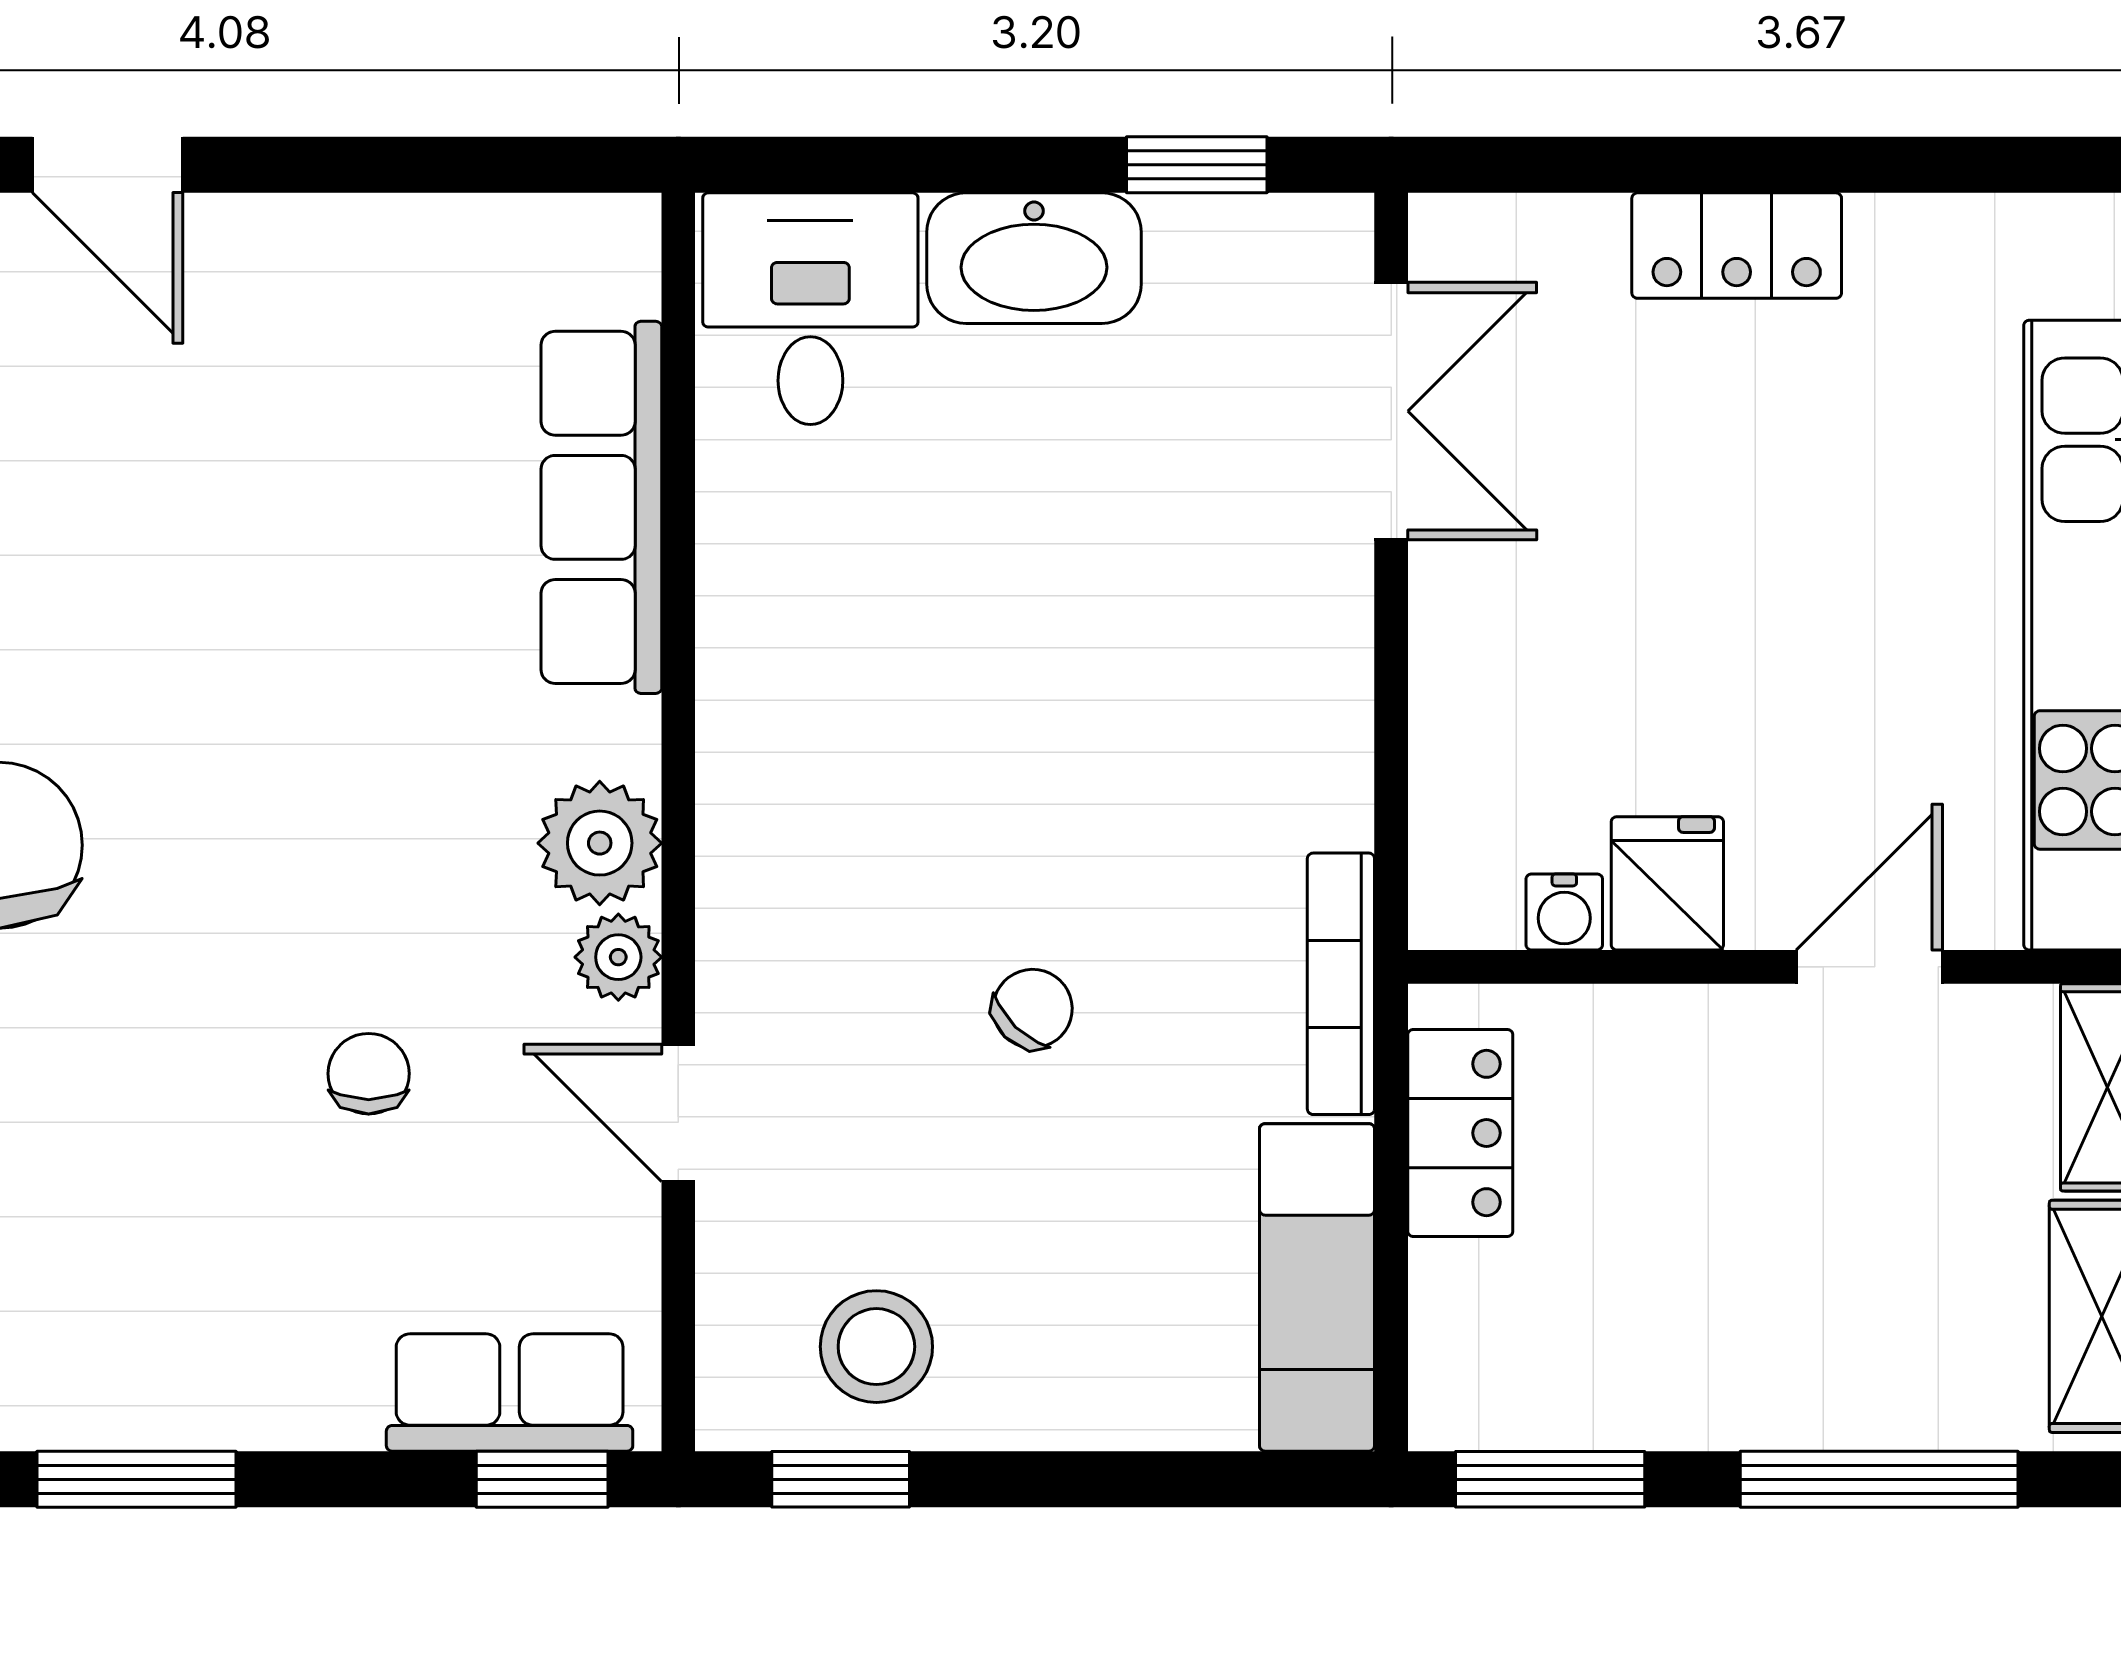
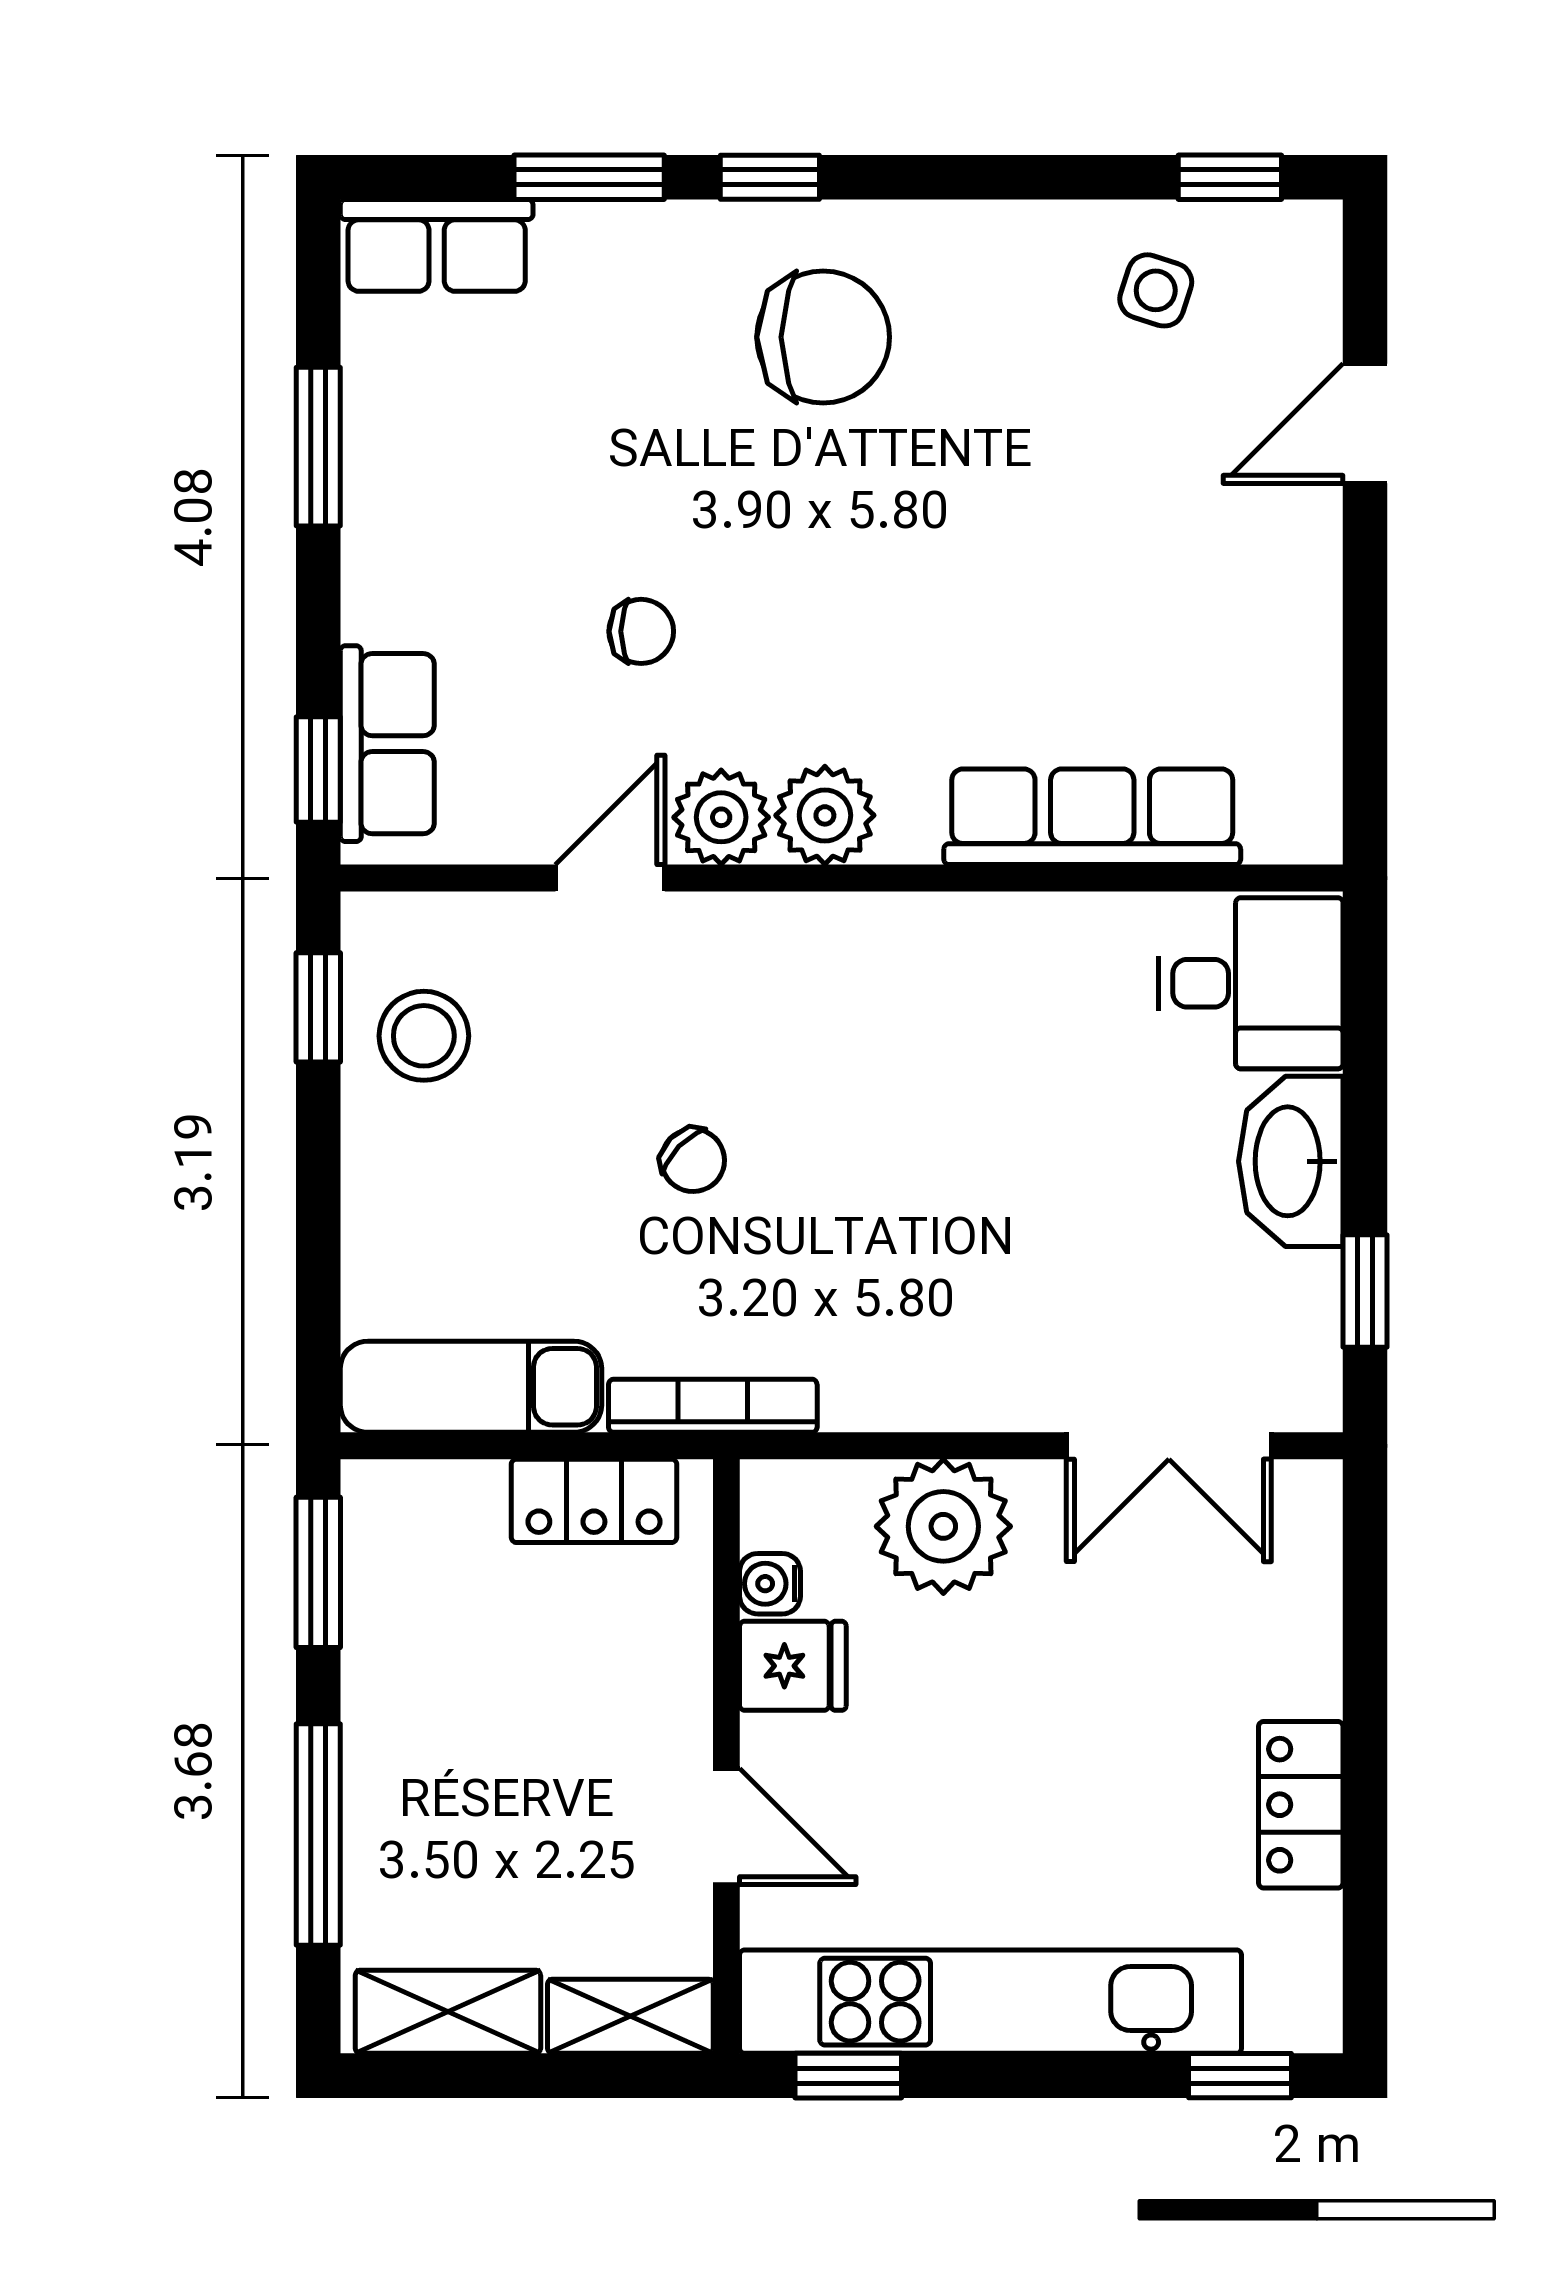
locker: (1737, 246) -> (1301, 1805), moved
plant: (1492, 694) -> (943, 1526), added
plant: (618, 957) -> (721, 817), width x1.38, depth x1.38

